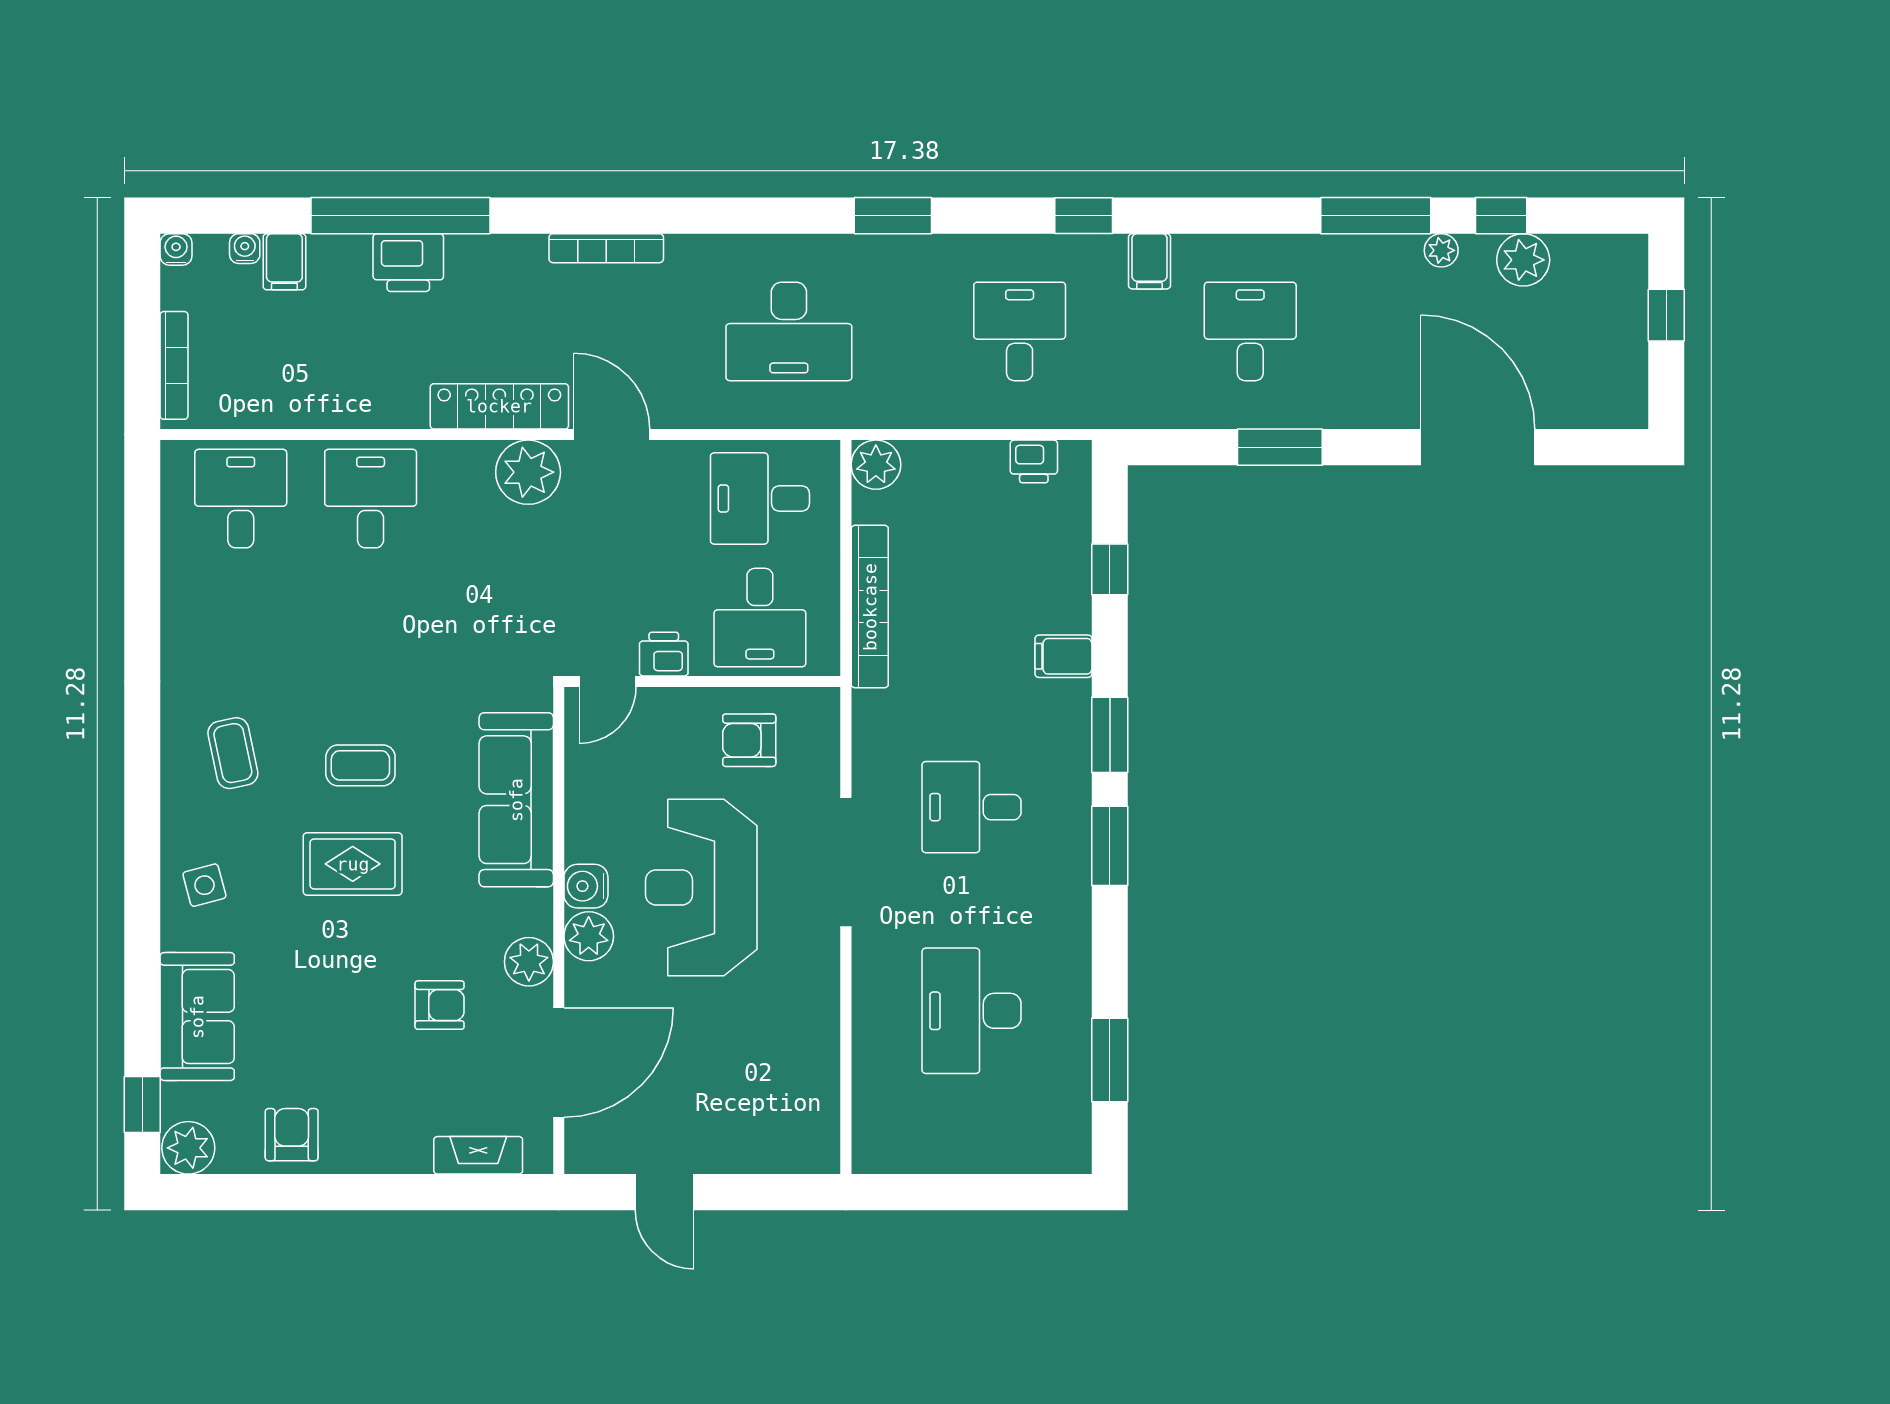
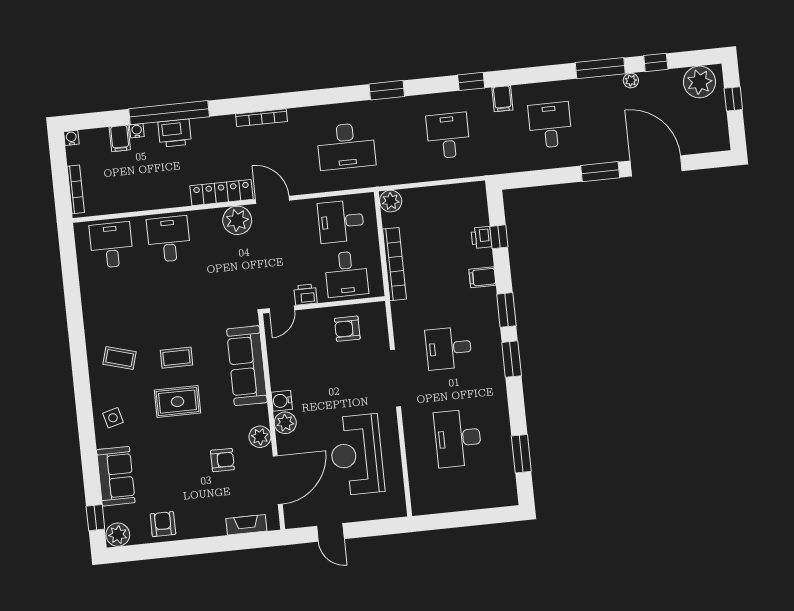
water cooler: (245, 249) -> (137, 131), moved
plant: (1523, 260) -> (700, 82), moved, width x1.36, depth x1.36
window: (1280, 447) -> (600, 172), moved
printer: (1034, 461) -> (481, 237), moved, turned 90
coffee table: (233, 753) -> (120, 358), turned -62
reception desk: (701, 887) -> (357, 455), moved

